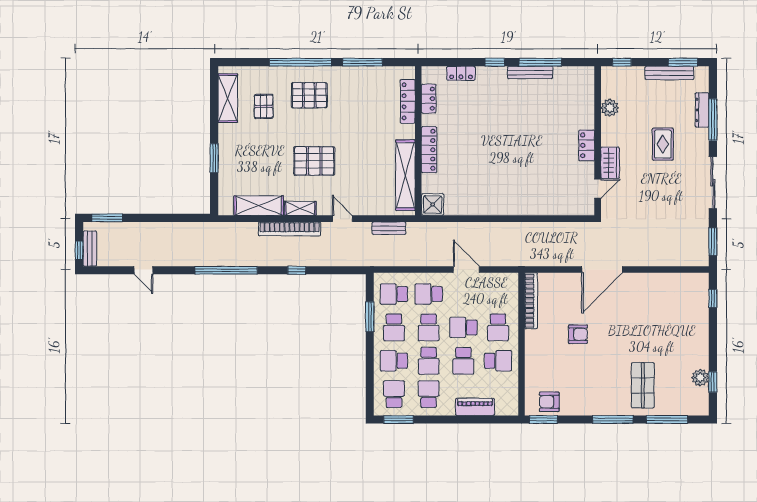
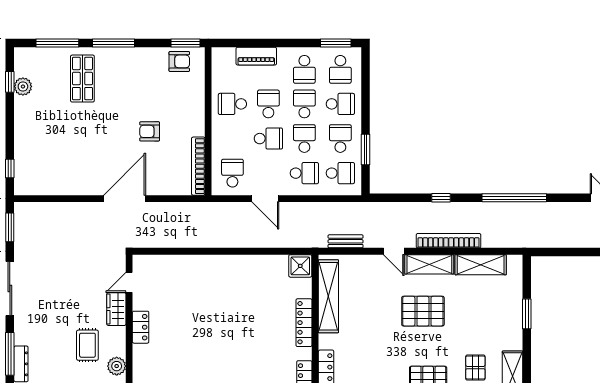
rug: (663, 144) -> (87, 345), moved
shelving: (300, 208) -> (429, 264), width x1.50, depth x1.33
school desk: (498, 327) -> (232, 173), moved

